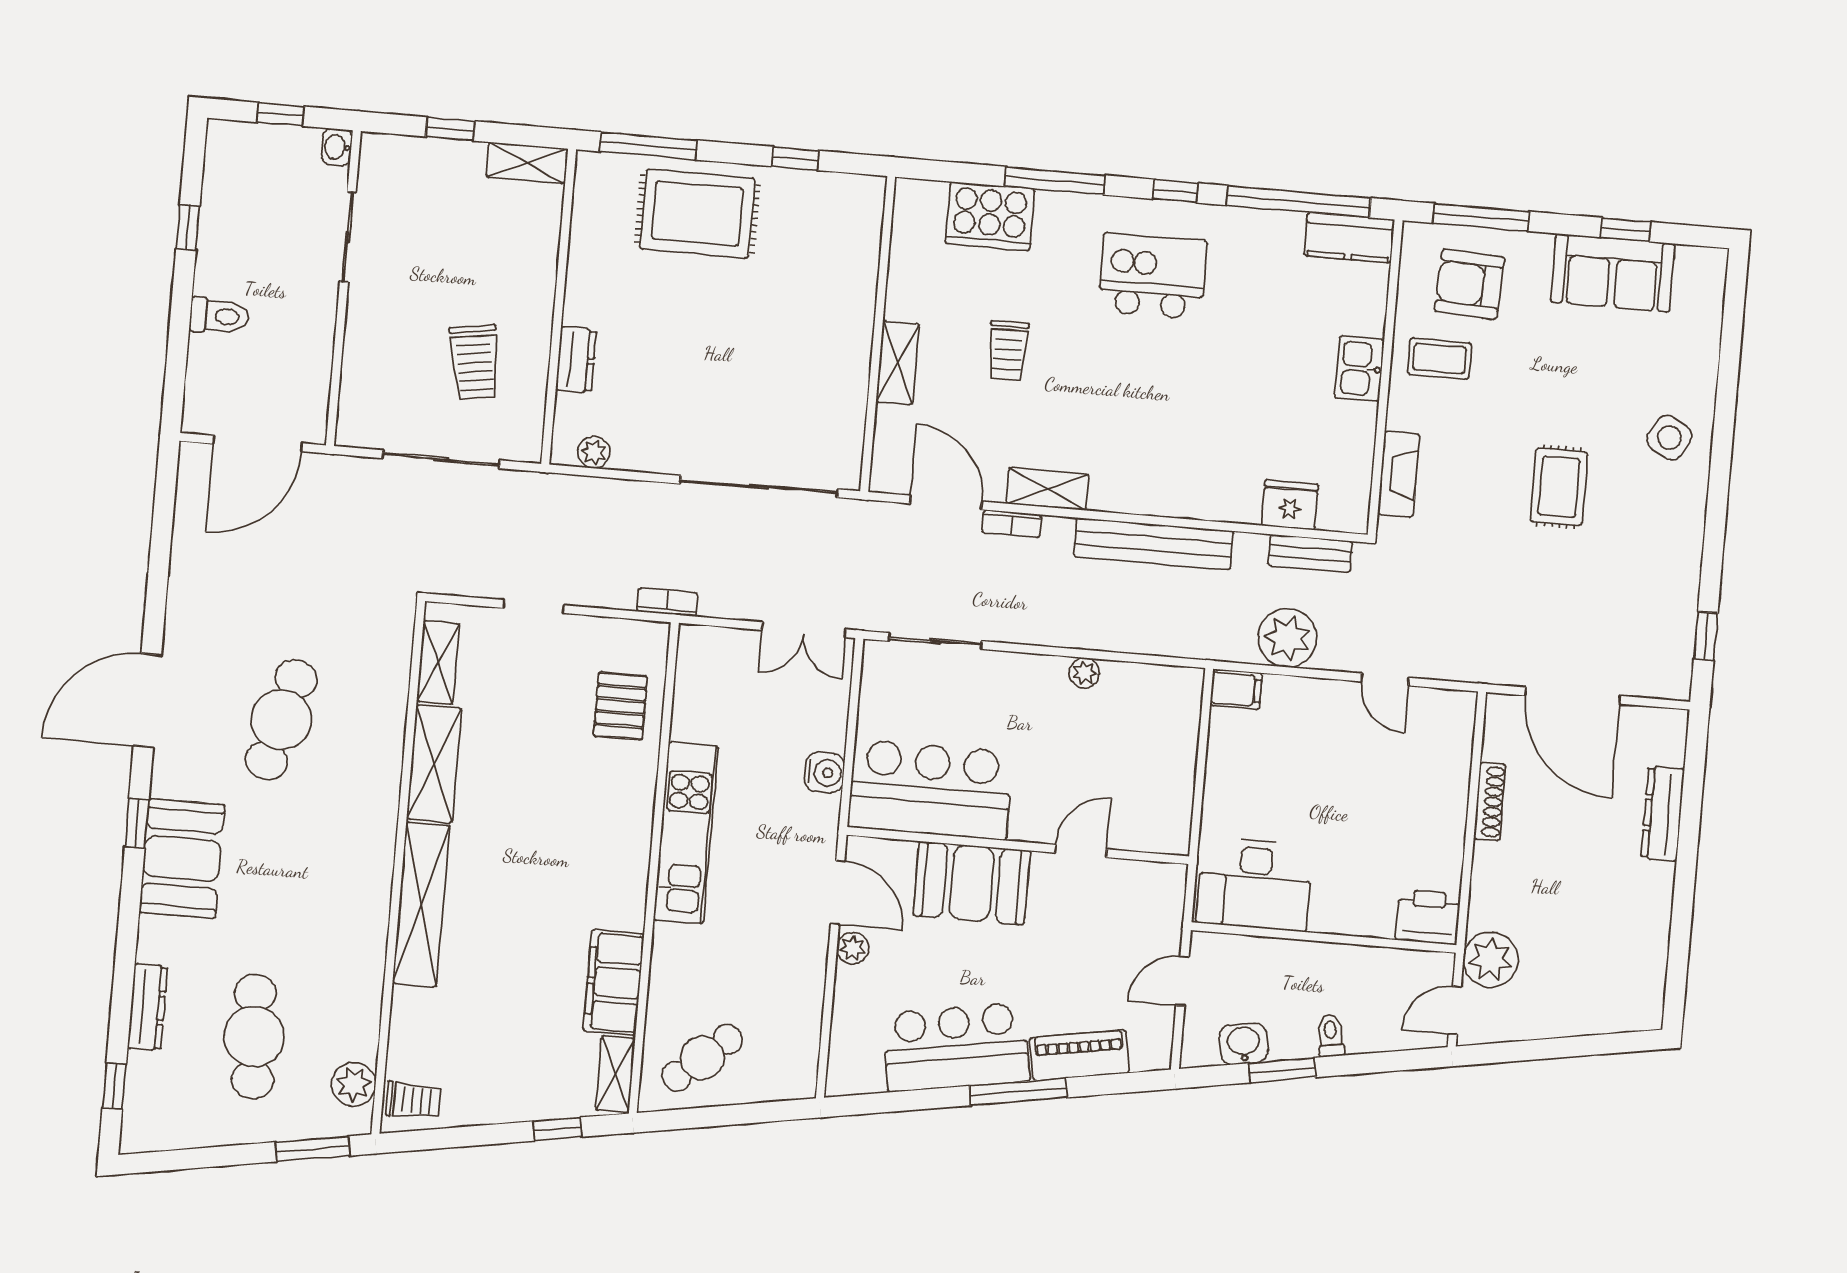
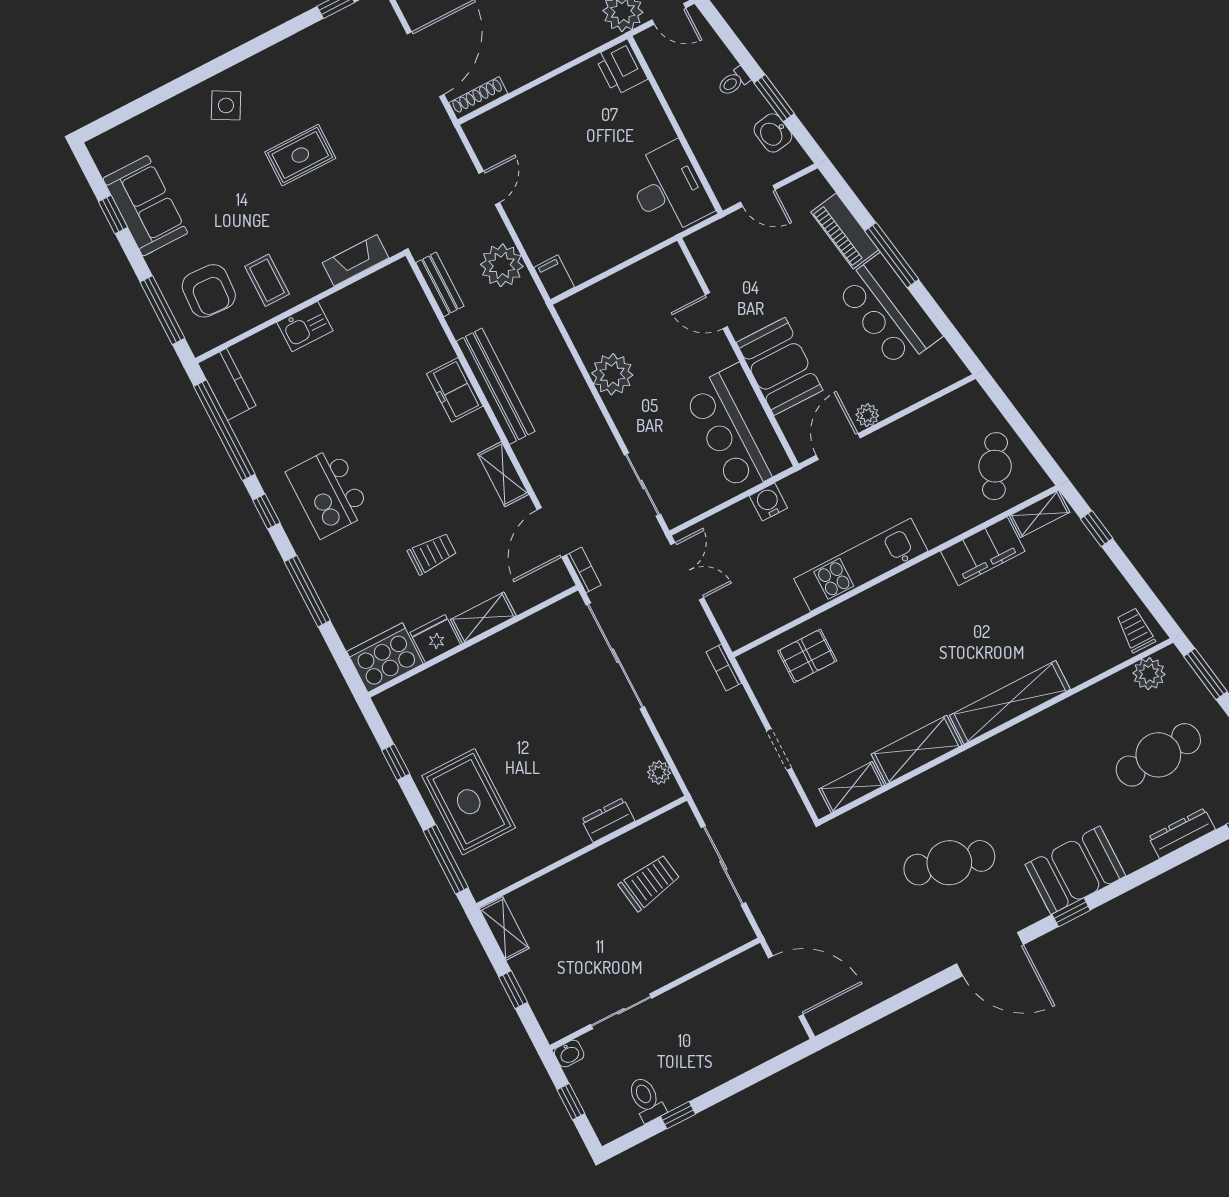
cooker: (990, 216) -> (385, 658), moved, turned -90
toilet: (219, 316) -> (646, 1099), moved
freezer: (1179, 494) -> (455, 390), added
fridge: (1290, 505) -> (435, 639), moved, turned 90
bookcase: (1012, 524) -> (584, 570), moved
plant: (1084, 673) -> (612, 374), width x1.88, depth x1.88
shoe rack: (1490, 802) -> (478, 98), moved
cafe table: (702, 1058) -> (995, 466), turned 71

